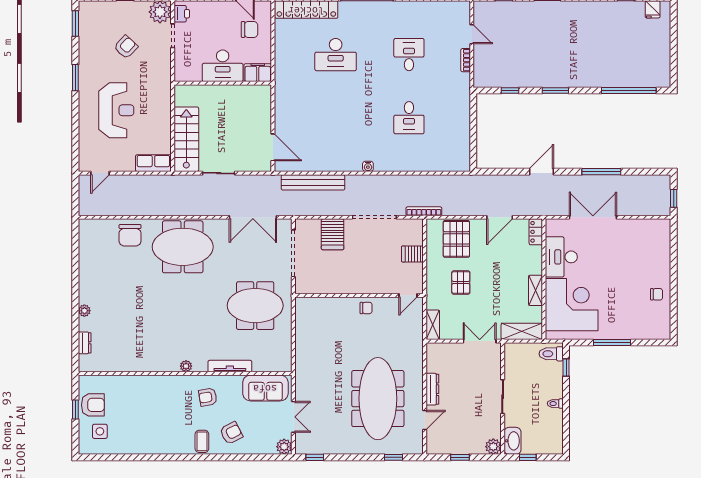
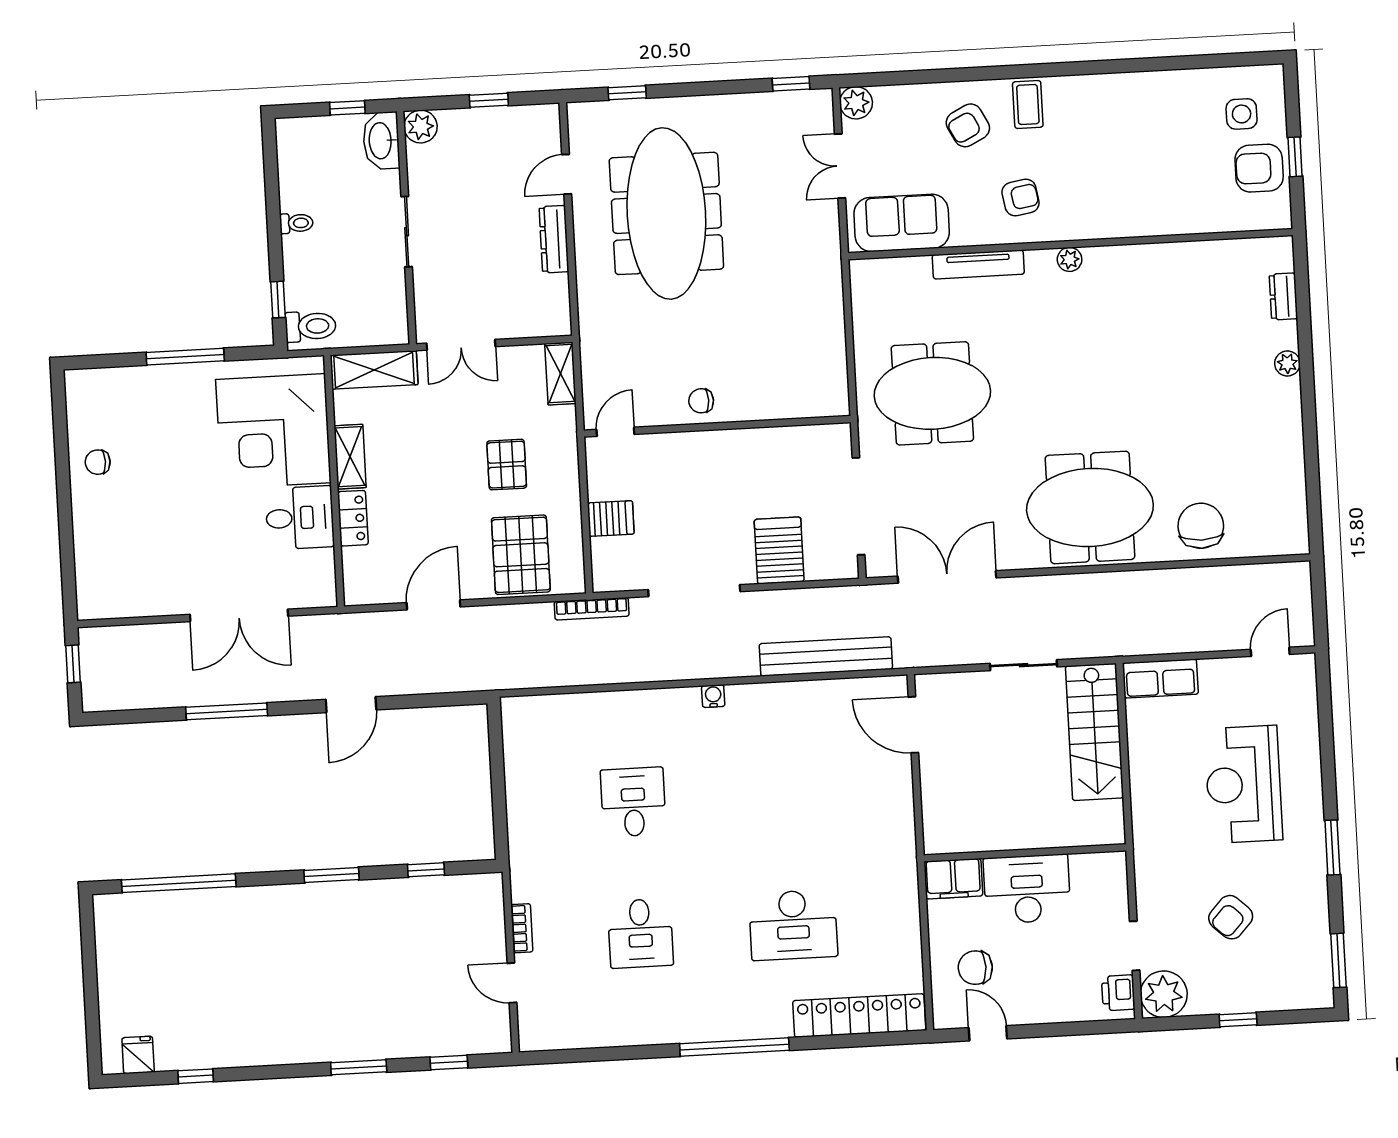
desk: (336, 55) -> (793, 925), turned 180
locker: (536, 232) -> (353, 518), moved
desk: (561, 257) -> (300, 518), width x0.73

